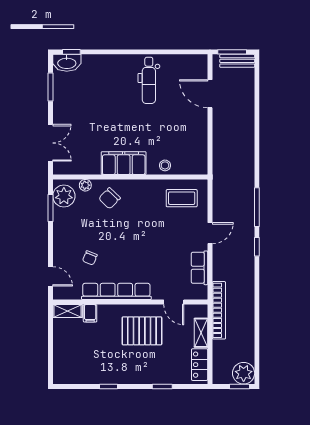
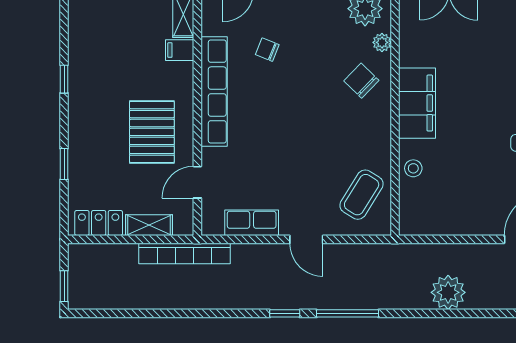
coffee table: (182, 198) -> (362, 195), turned 32
plant: (244, 373) -> (448, 292), moved

